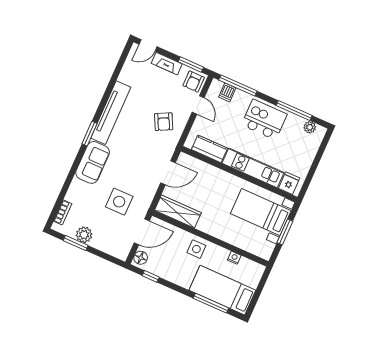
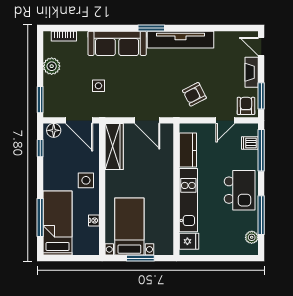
armchair: (194, 82) -> (246, 106), turned 90
sofa: (93, 162) -> (117, 43), width x1.36
side table: (119, 202) -> (98, 86), width x0.54, depth x0.54
bed with nightstands: (261, 212) -> (129, 226), moved
window: (76, 243) -> (40, 100), moved

